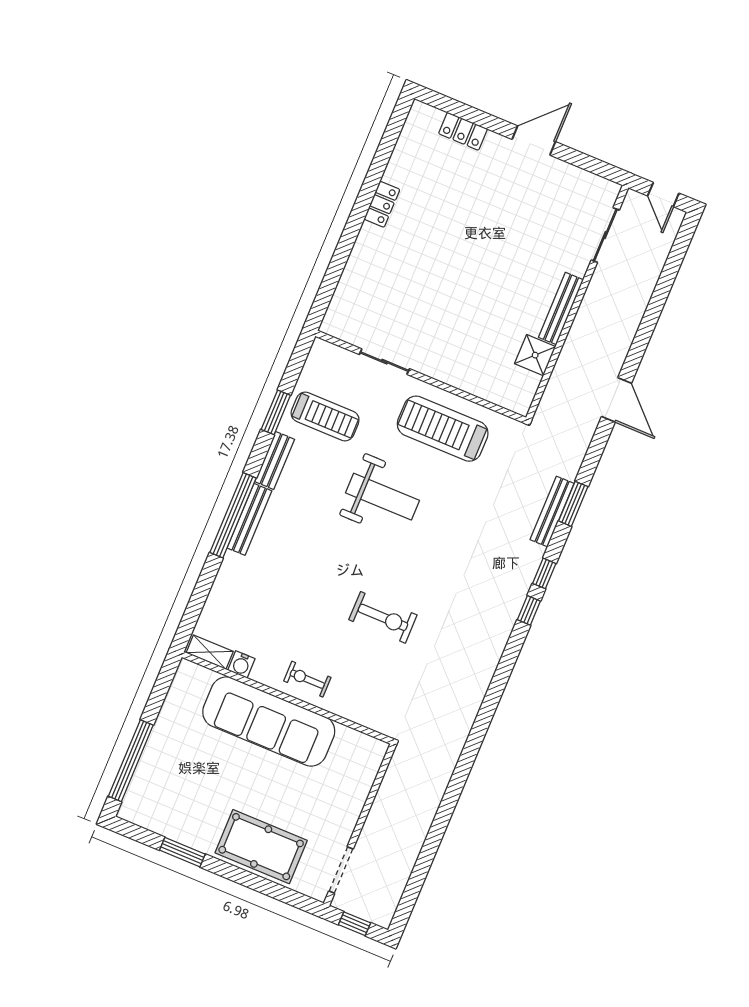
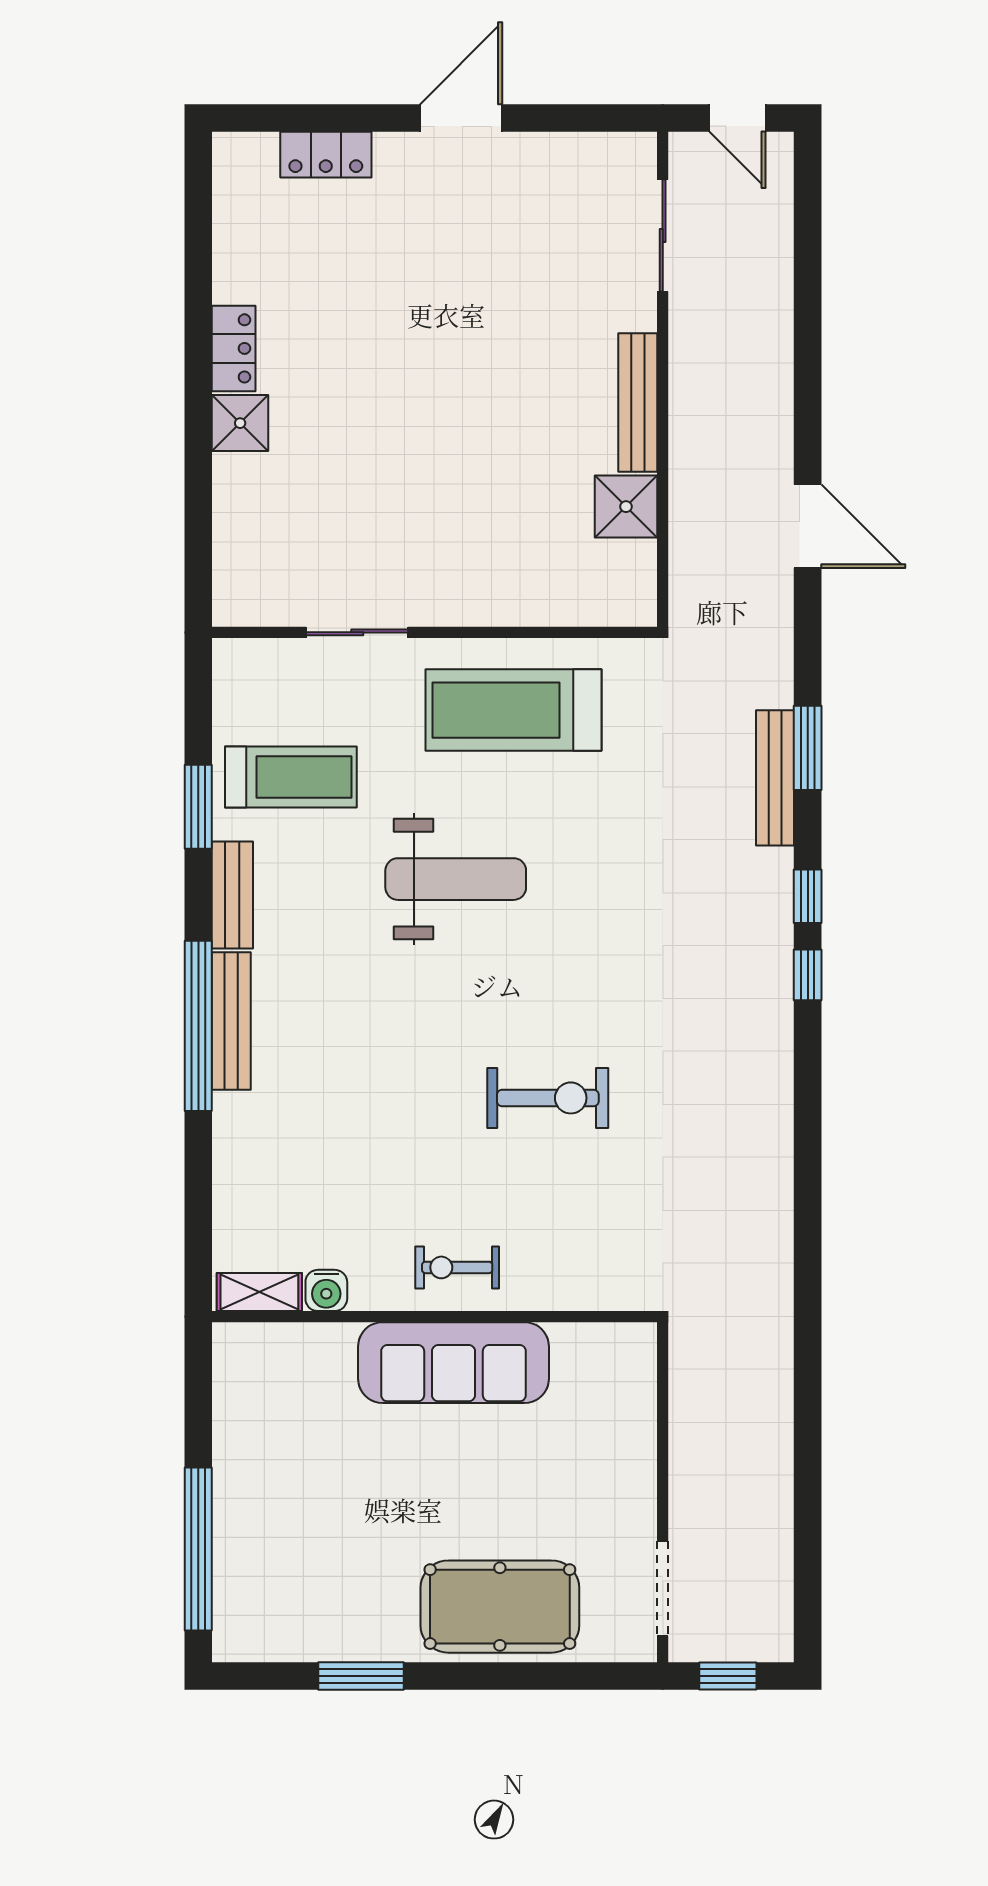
shower: (370, 241) -> (240, 423), added
sofa: (269, 722) -> (453, 1363), width x0.74, depth x0.79

